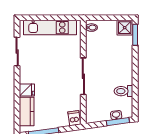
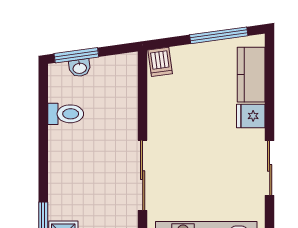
sliding door: (17, 51) -> (270, 168), moved
sliding door: (83, 76) -> (143, 175), moved

